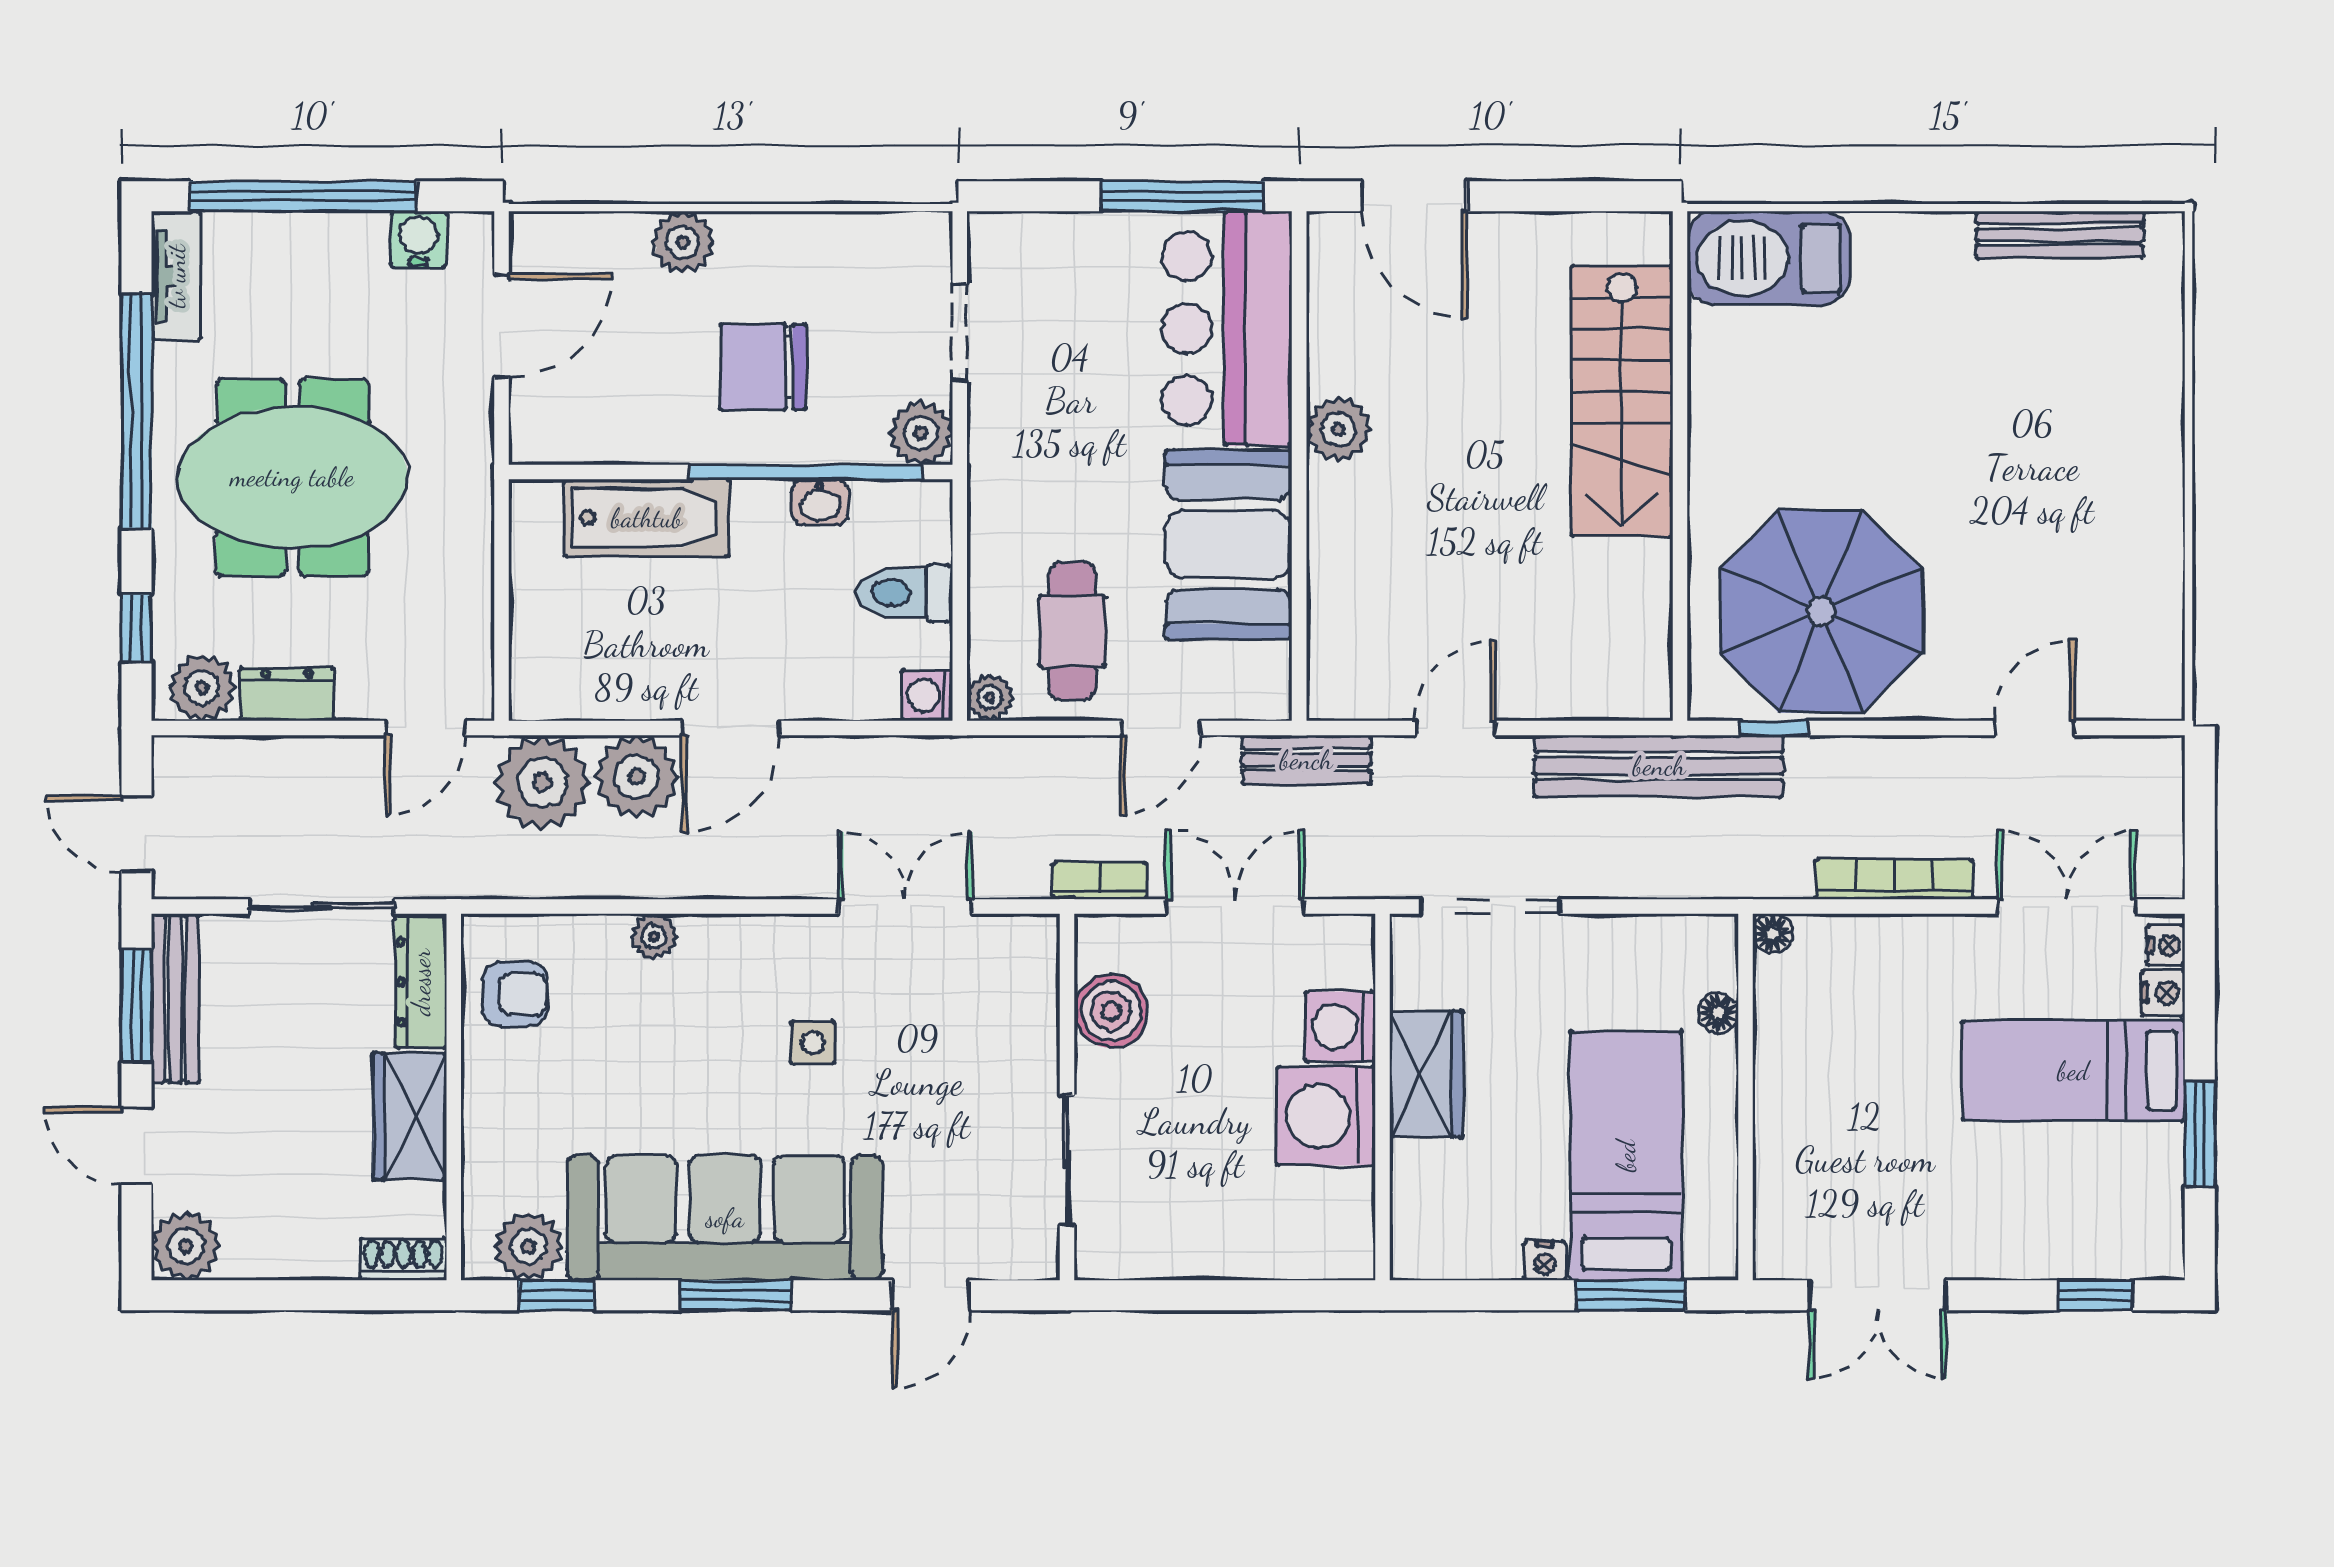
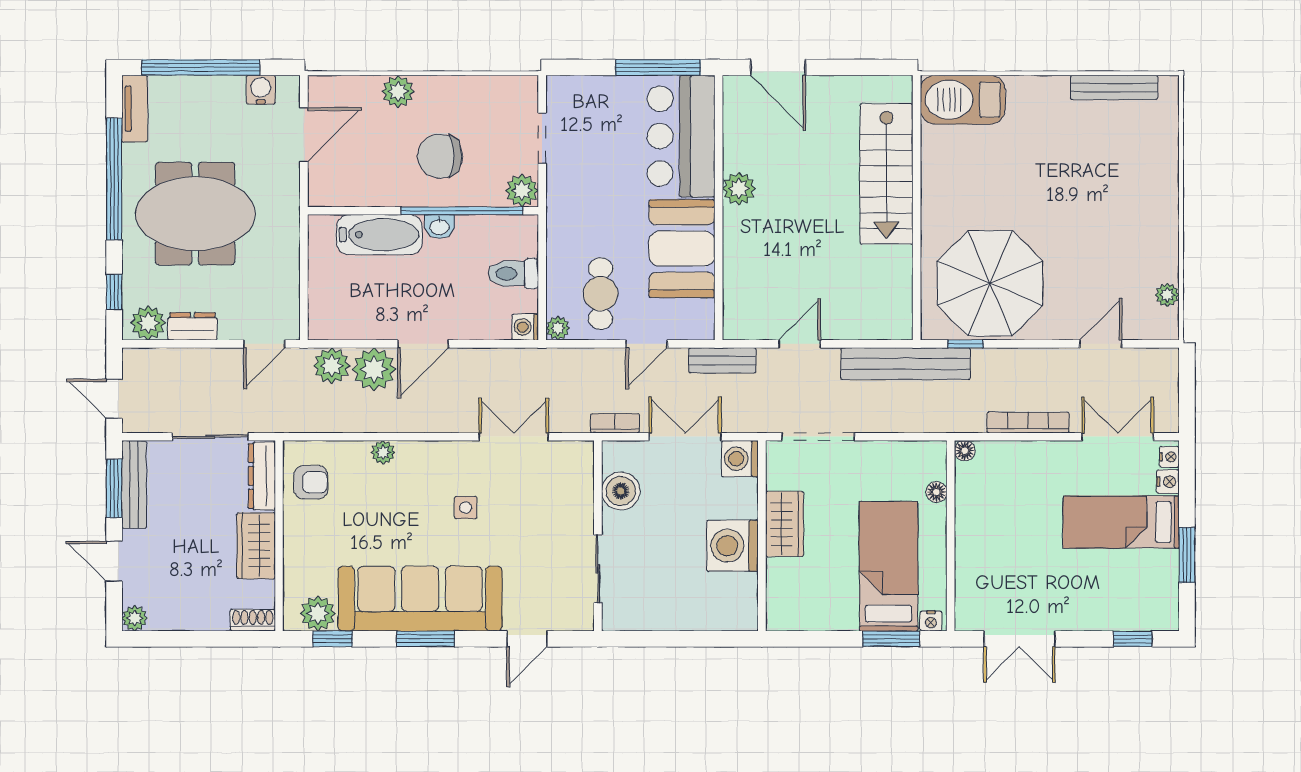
washbasin: (820, 502) -> (440, 227), moved
plant: (2162, 634) -> (1167, 295), added
plant: (542, 783) -> (332, 366), width x0.73, depth x0.73
washing machine: (1340, 1027) -> (740, 459), moved
plant: (186, 1246) -> (135, 618), width x0.73, depth x0.73
nightstand: (1545, 1261) -> (931, 621), moved

